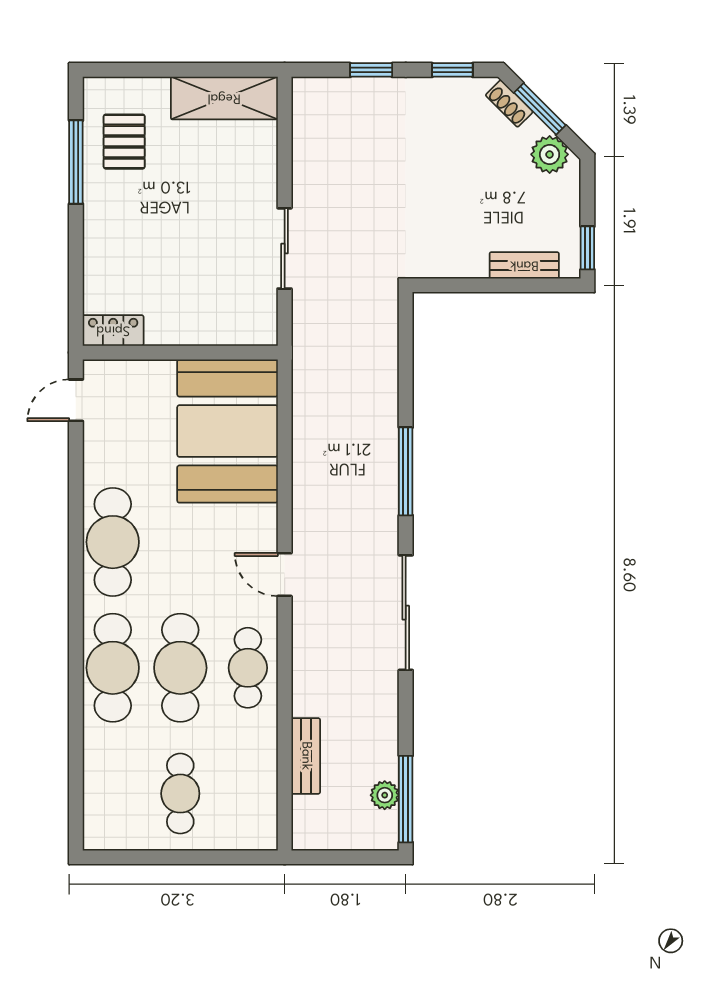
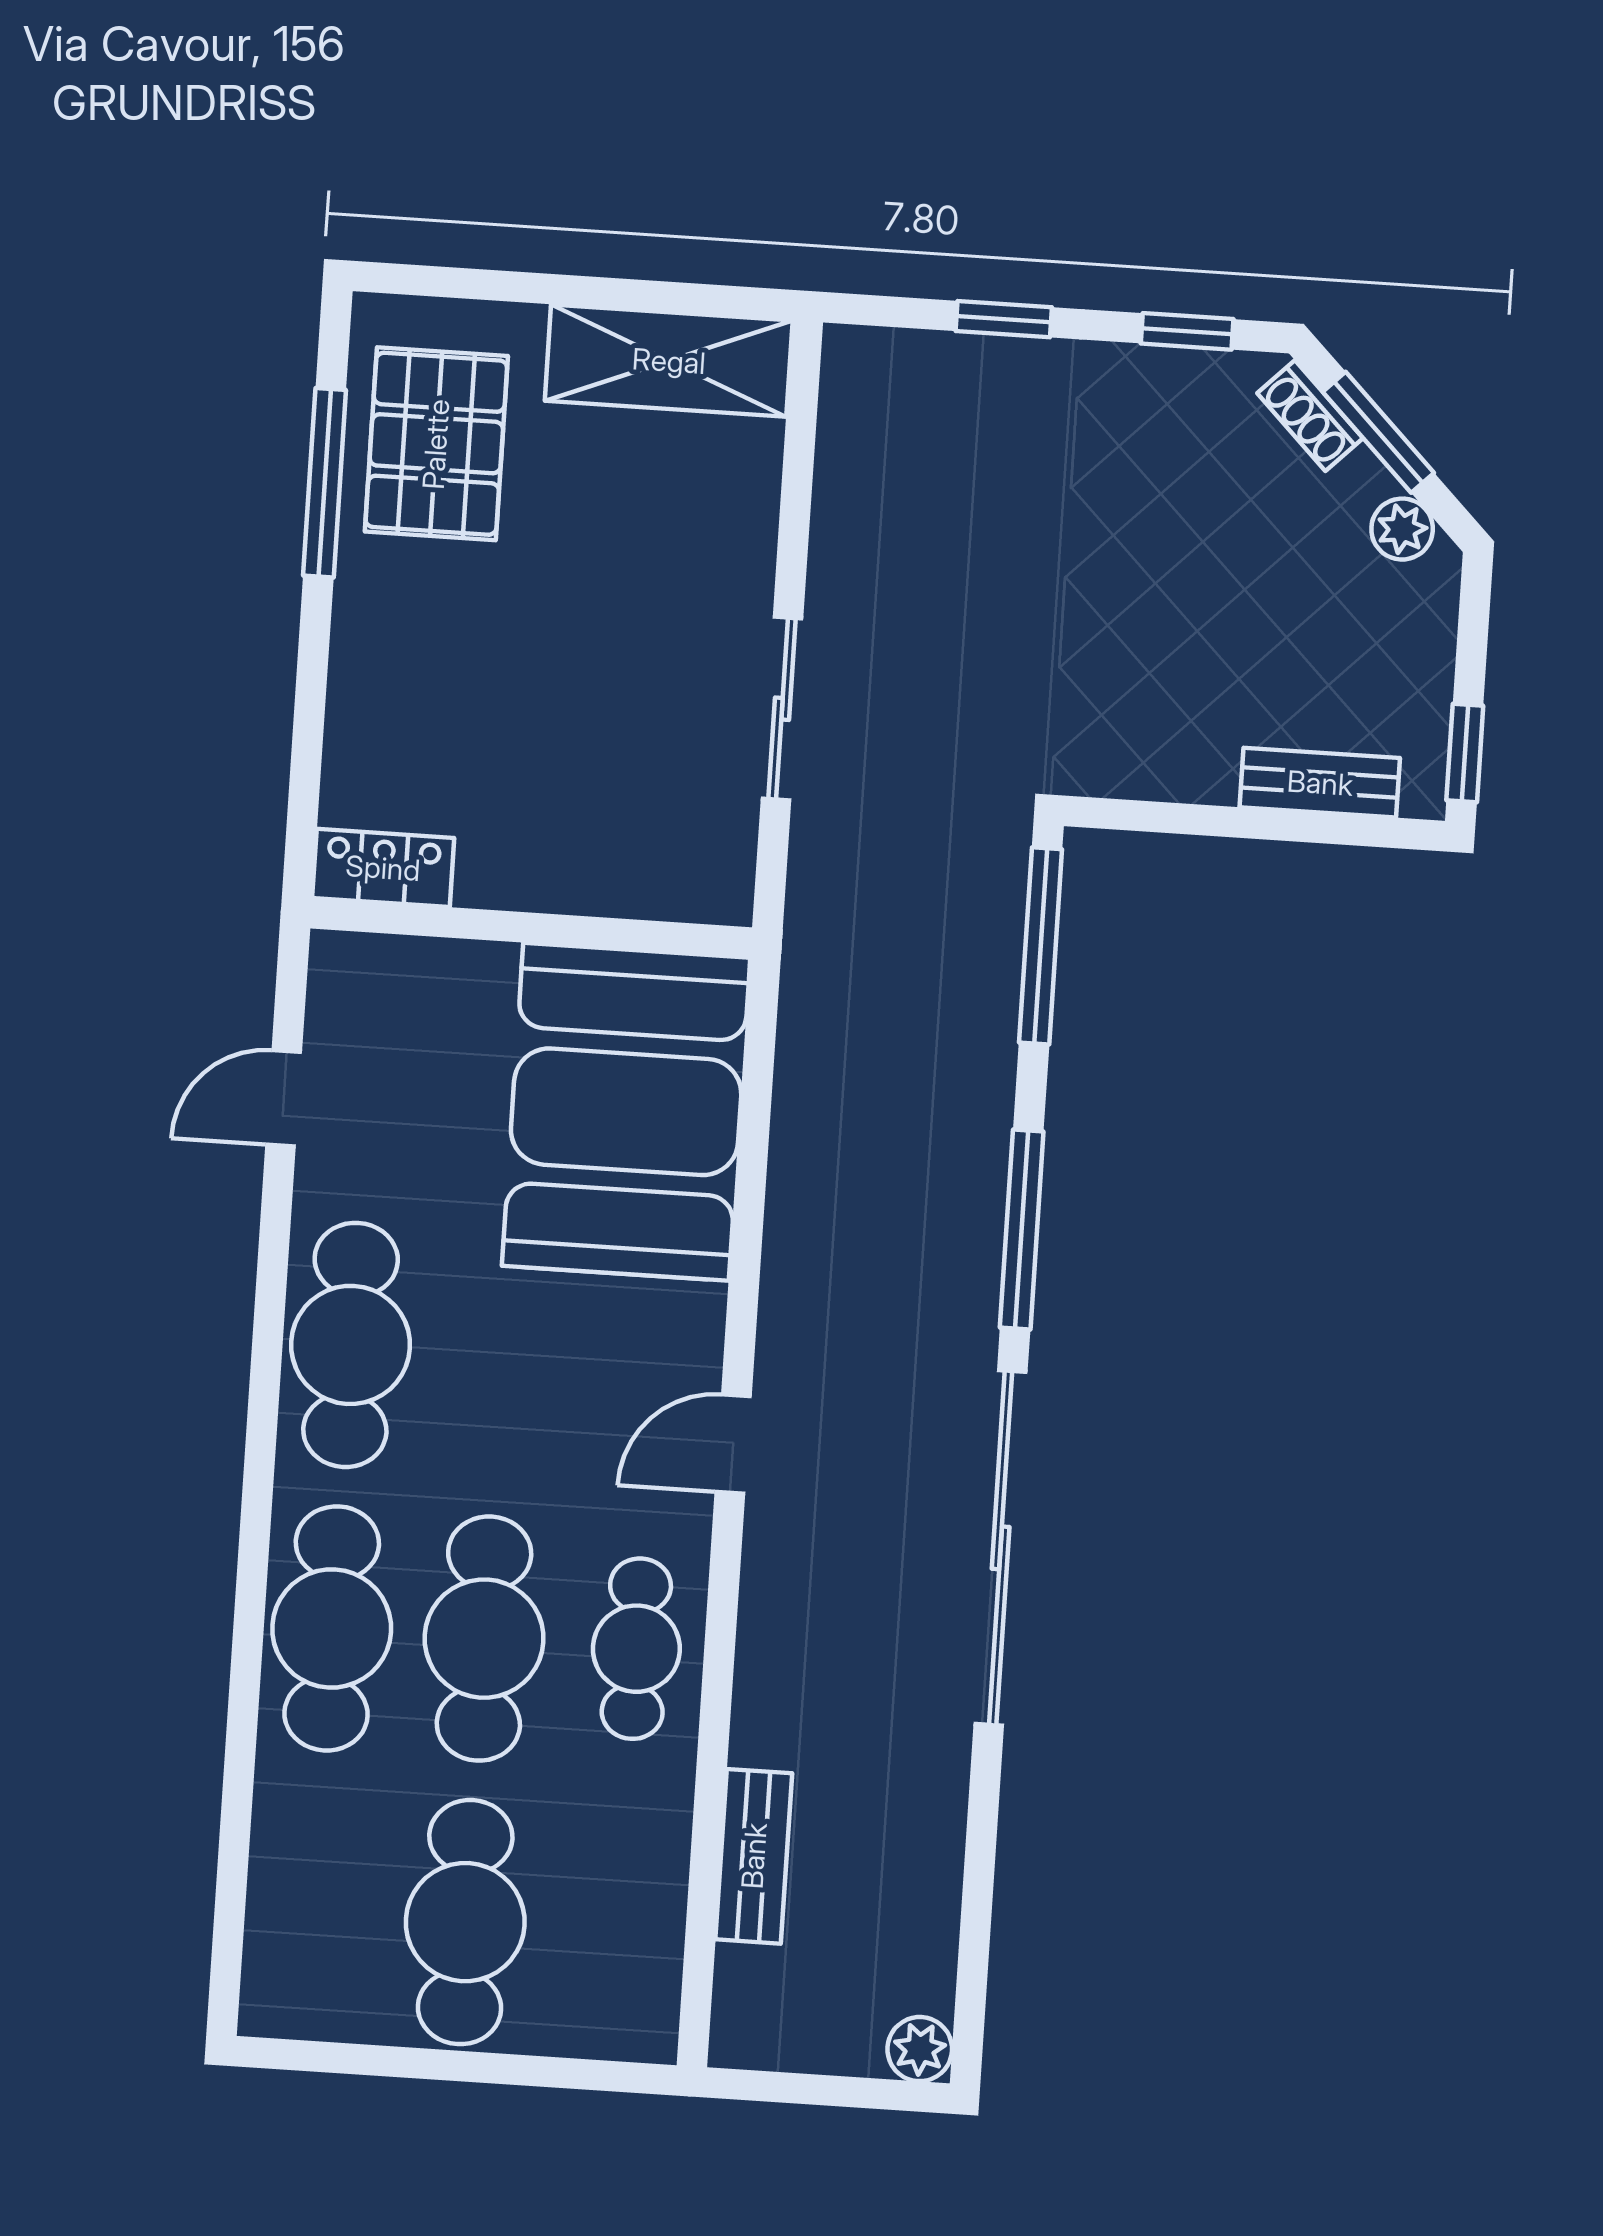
pallet: (124, 142) -> (436, 444), width x1.50, depth x1.42
plant: (550, 154) -> (1402, 529), width x0.73, depth x0.73
door: (76, 400) -> (284, 1098), moved
door: (285, 575) -> (733, 1444), hinge flipped
sliding door: (406, 613) -> (1001, 1548), width x1.36
cafe table: (180, 794) -> (465, 1922), width x1.37, depth x1.35
plant: (385, 795) -> (920, 2049), moved
window: (406, 799) -> (1041, 946), moved

